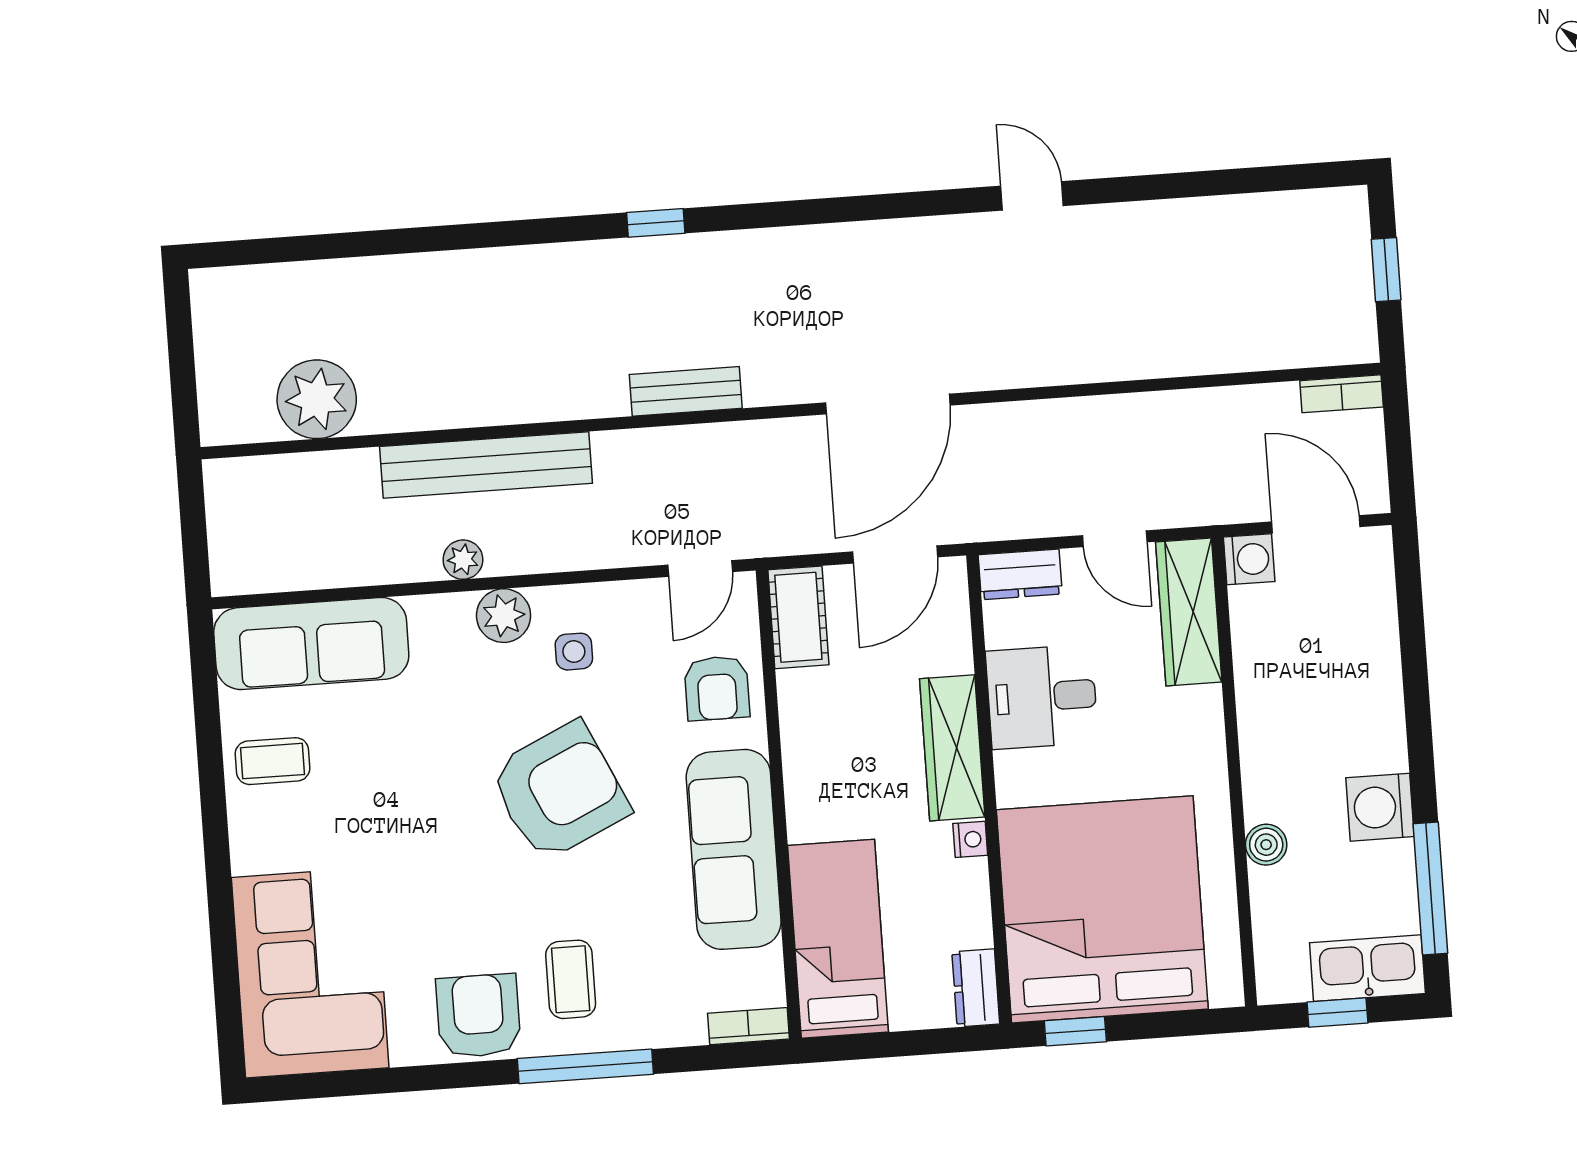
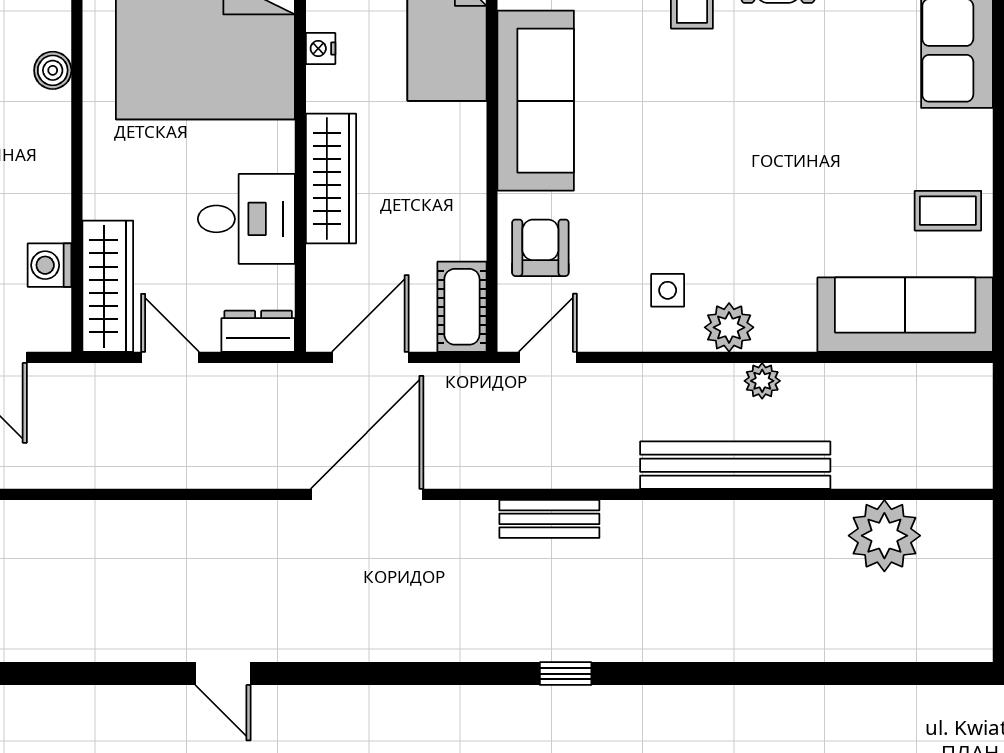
washing machine: (1249, 559) -> (50, 265), moved
armchair: (559, 791) -> (690, 165), removed
nightstand: (970, 839) -> (321, 48), moved

